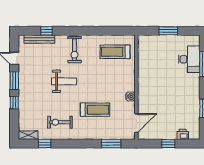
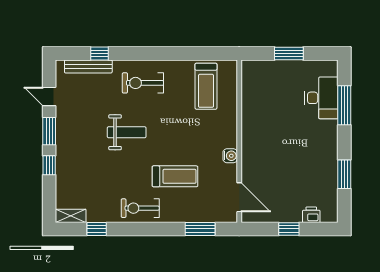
exercise bike: (74, 50) -> (143, 83), turned 90
treadmill: (115, 52) -> (206, 86), turned -90
exercise bike: (60, 122) -> (140, 208), moved
door: (136, 123) -> (239, 197), hinge flipped

